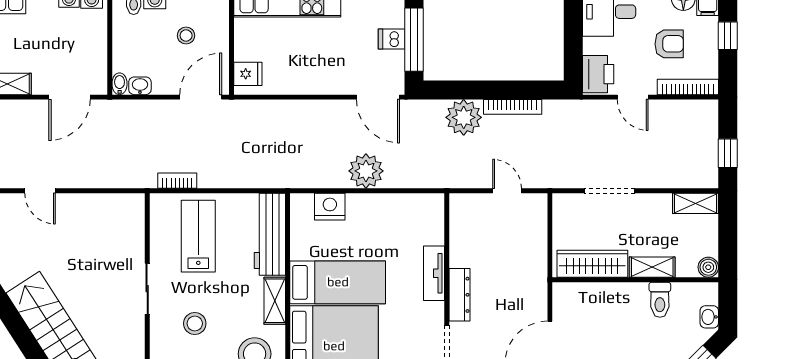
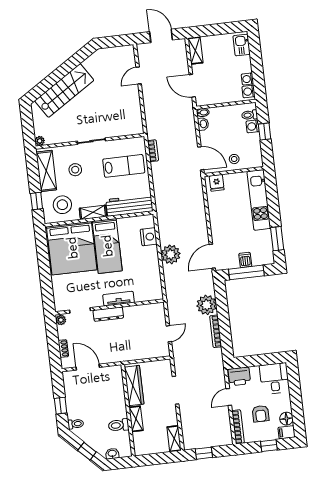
stool: (186, 36) -> (234, 159), moved
boiler: (708, 267) -> (140, 450), removed

